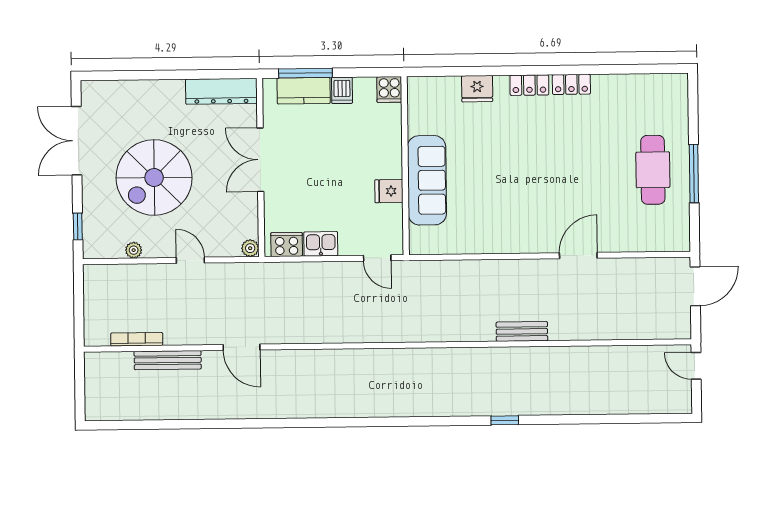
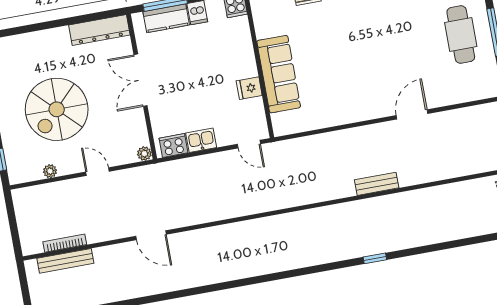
bench: (168, 360) -> (65, 261), moved

